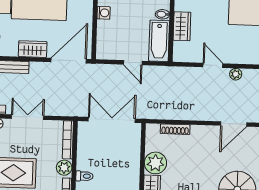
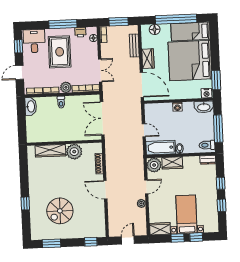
plant: (183, 52) -> (154, 165), added
door: (133, 63) -> (144, 130), swing flipped
double door: (28, 117) -> (100, 70), moved
double door: (112, 120) -> (102, 118), swing flipped
door: (234, 124) -> (105, 190), moved

